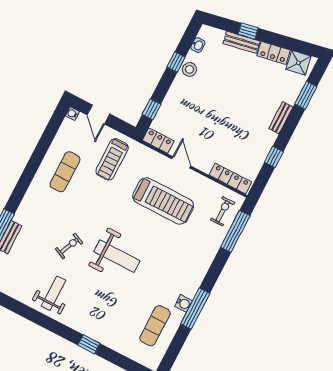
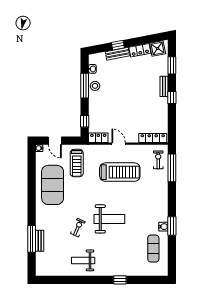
window: (176, 62) -> (85, 86), width x2.17
window: (274, 157) -> (172, 98), moved
exercise mat: (65, 172) -> (53, 185), width x2.00, depth x1.45
weight bench: (53, 293) -> (83, 260), turned -90
window: (195, 309) -> (172, 226), width x0.69

